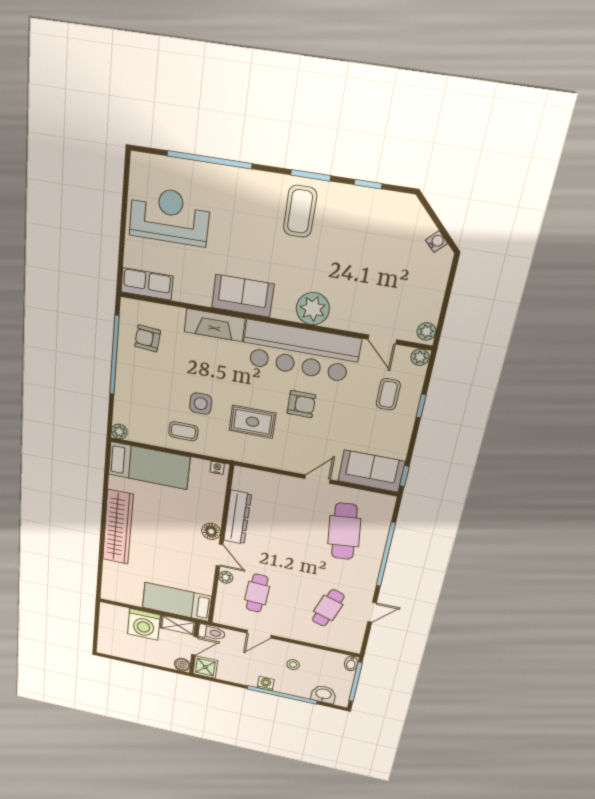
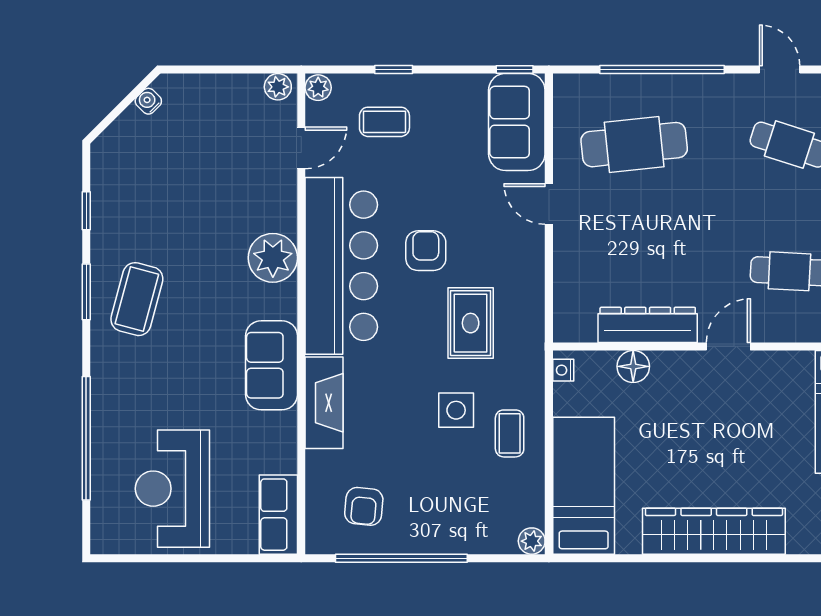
coffee table: (300, 211) -> (137, 299), turned -75
floor lamp: (211, 531) -> (633, 366), moved
plant: (226, 577) -> (770, 330), removed

